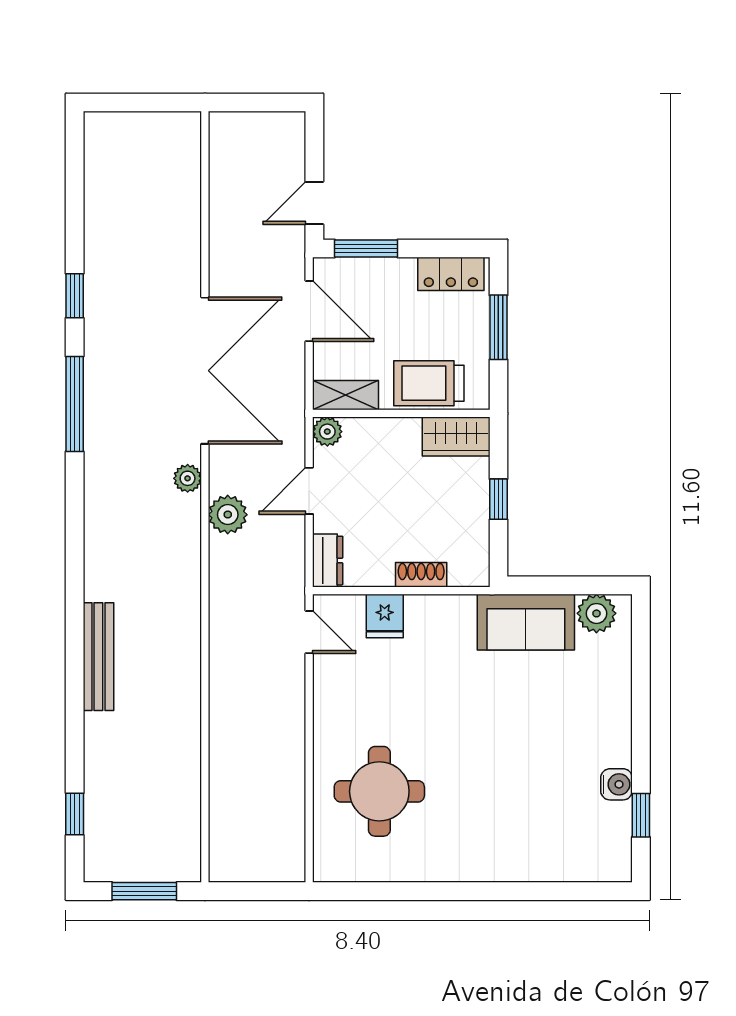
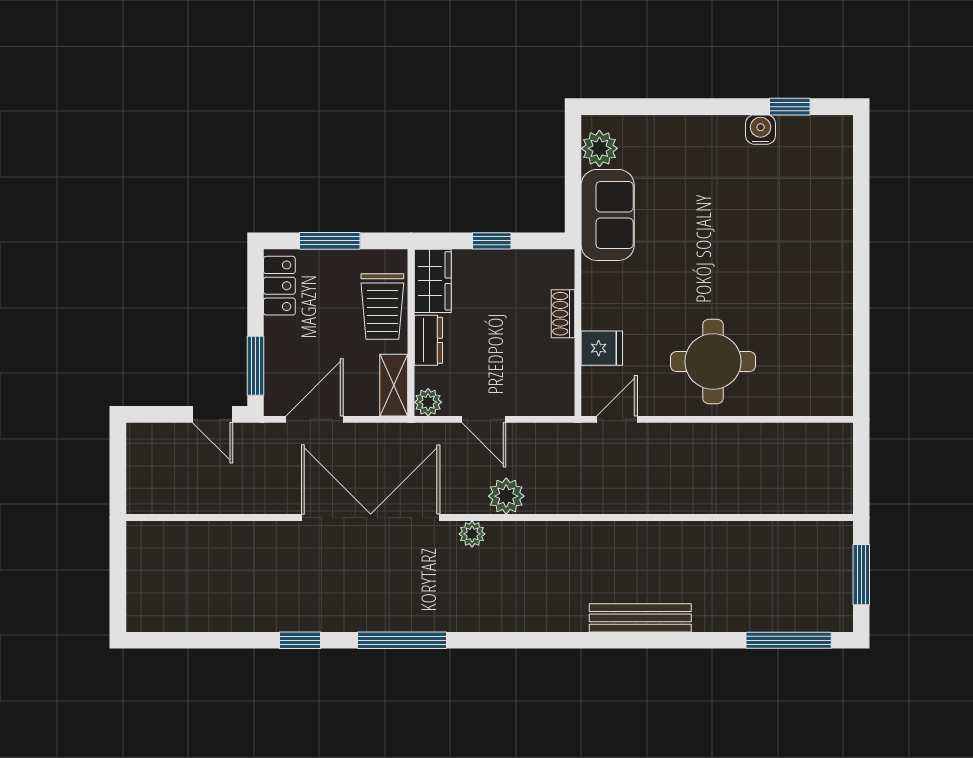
dresser: (328, 561) -> (428, 340), moved, turned 90
round table: (379, 791) -> (713, 362), moved
window: (75, 814) -> (789, 640), width x2.17

